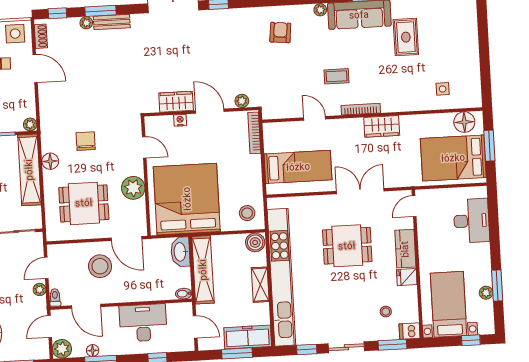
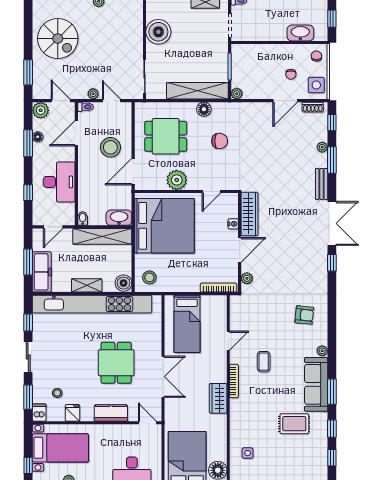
bench: (112, 22) -> (322, 184), moved
wardrobe: (176, 102) -> (249, 214), width x1.50
dining table: (84, 203) -> (166, 136), turned 90
fridge: (407, 277) -> (72, 413), moved

